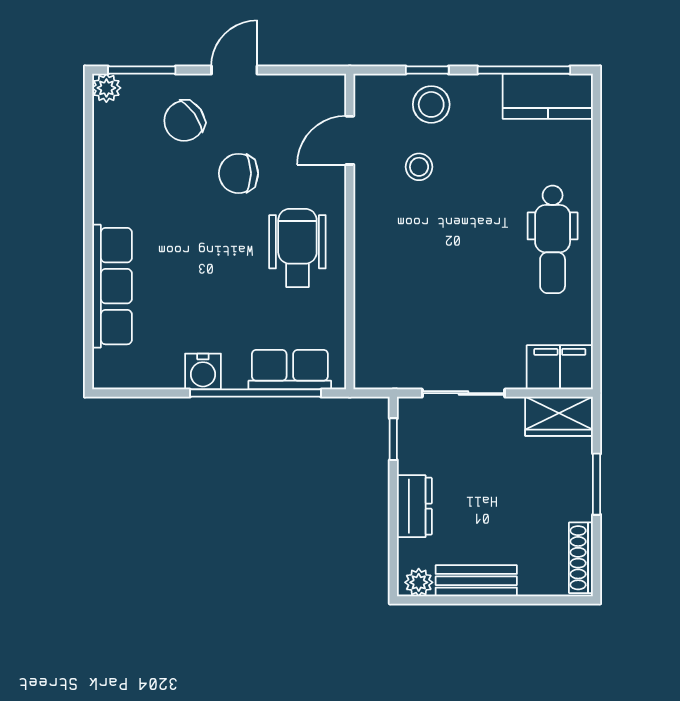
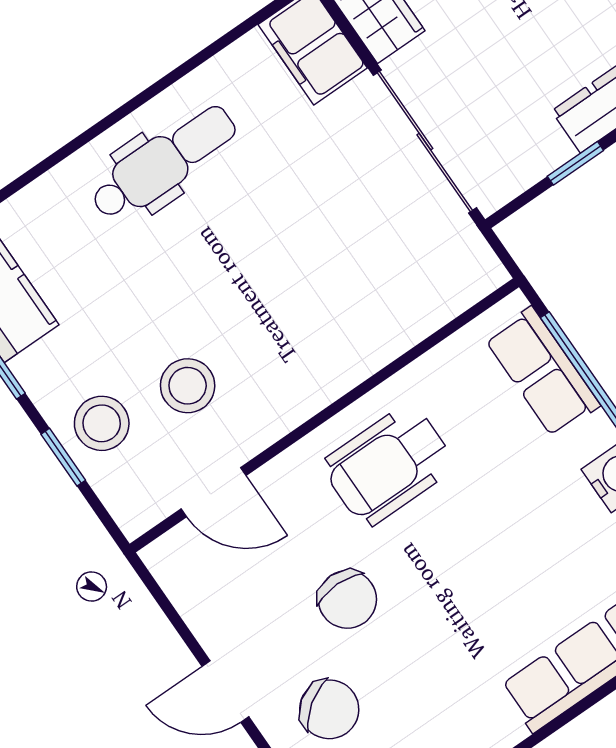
stool: (419, 167) -> (188, 386), width x1.37, depth x1.37
sliding door: (463, 393) -> (425, 142), width x1.37
window: (393, 439) -> (575, 163), moved

